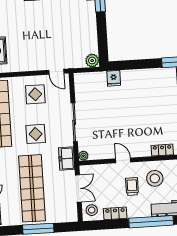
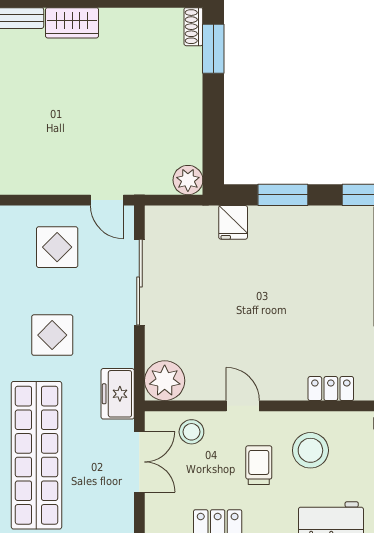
window: (135, 64) -> (283, 195), added
sliding door: (74, 122) -> (139, 282), moved
plant: (83, 156) -> (165, 381), width x1.87, depth x1.87
stool: (92, 210) -> (191, 432), moved

